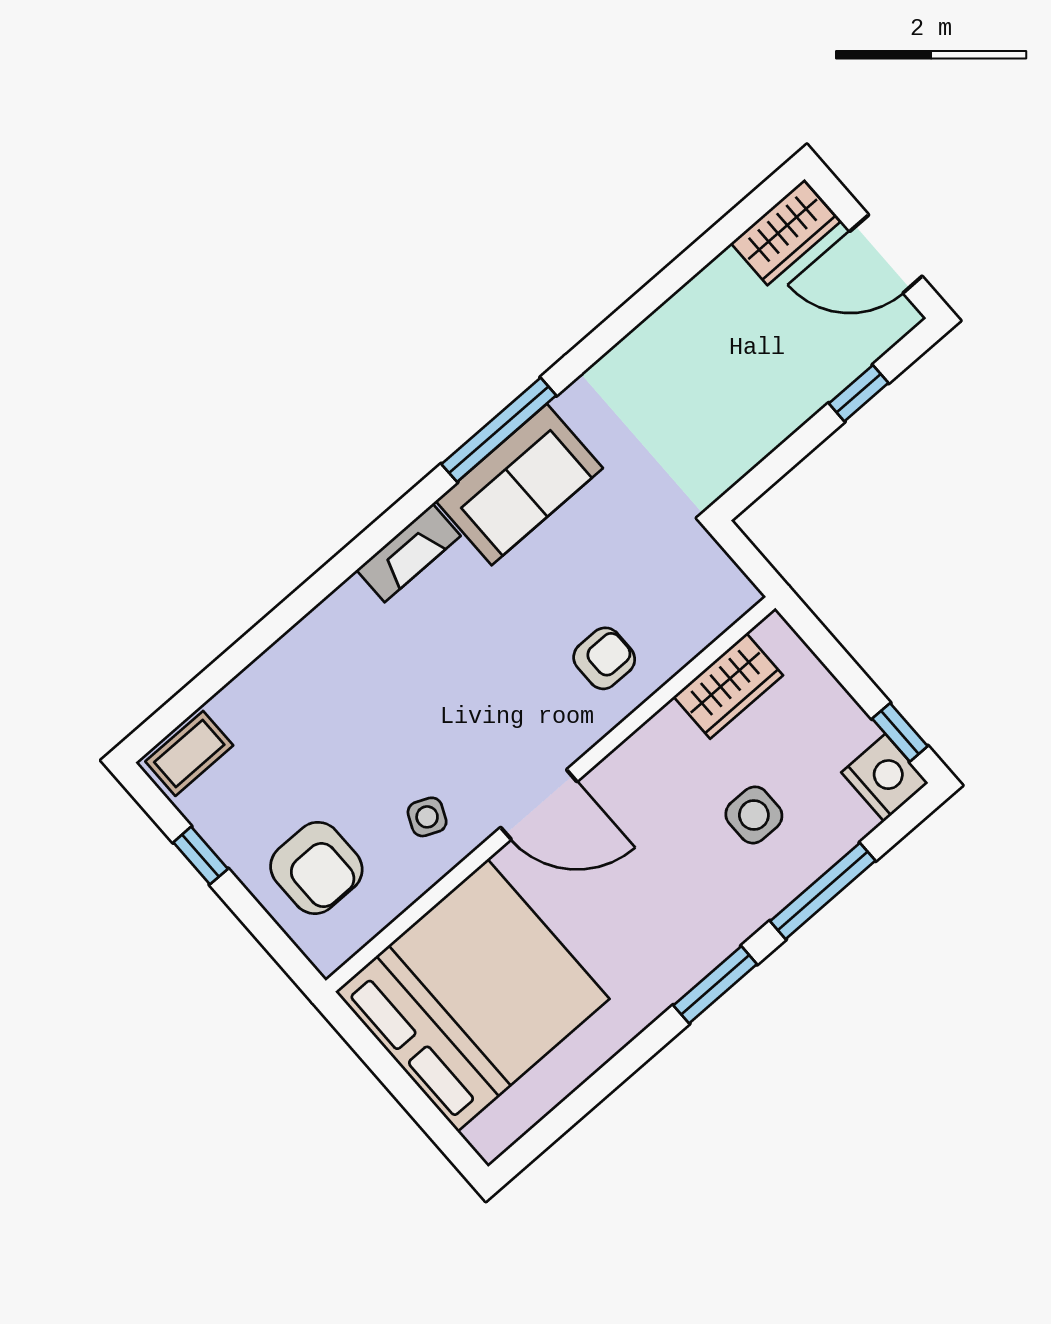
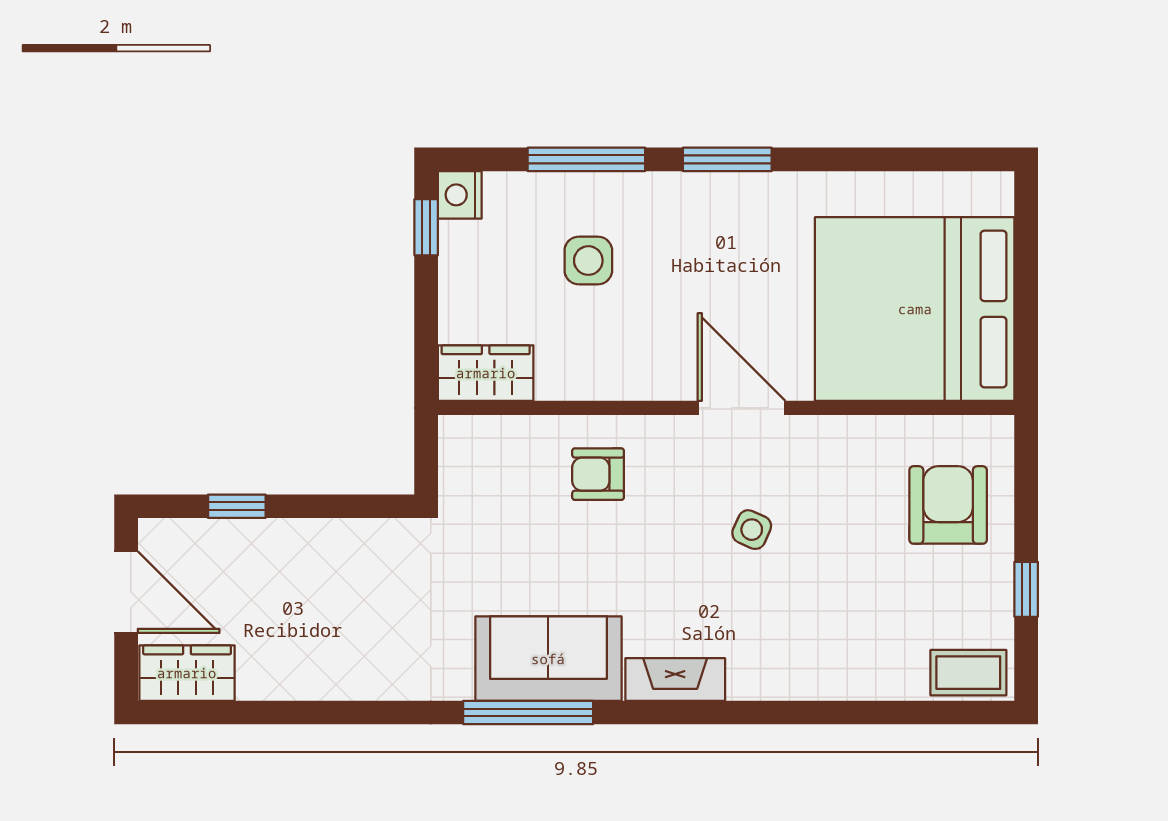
wardrobe: (728, 686) -> (486, 373), moved
nightstand: (885, 778) -> (460, 195), width x0.74, depth x0.75
side table: (427, 817) -> (752, 530), moved

